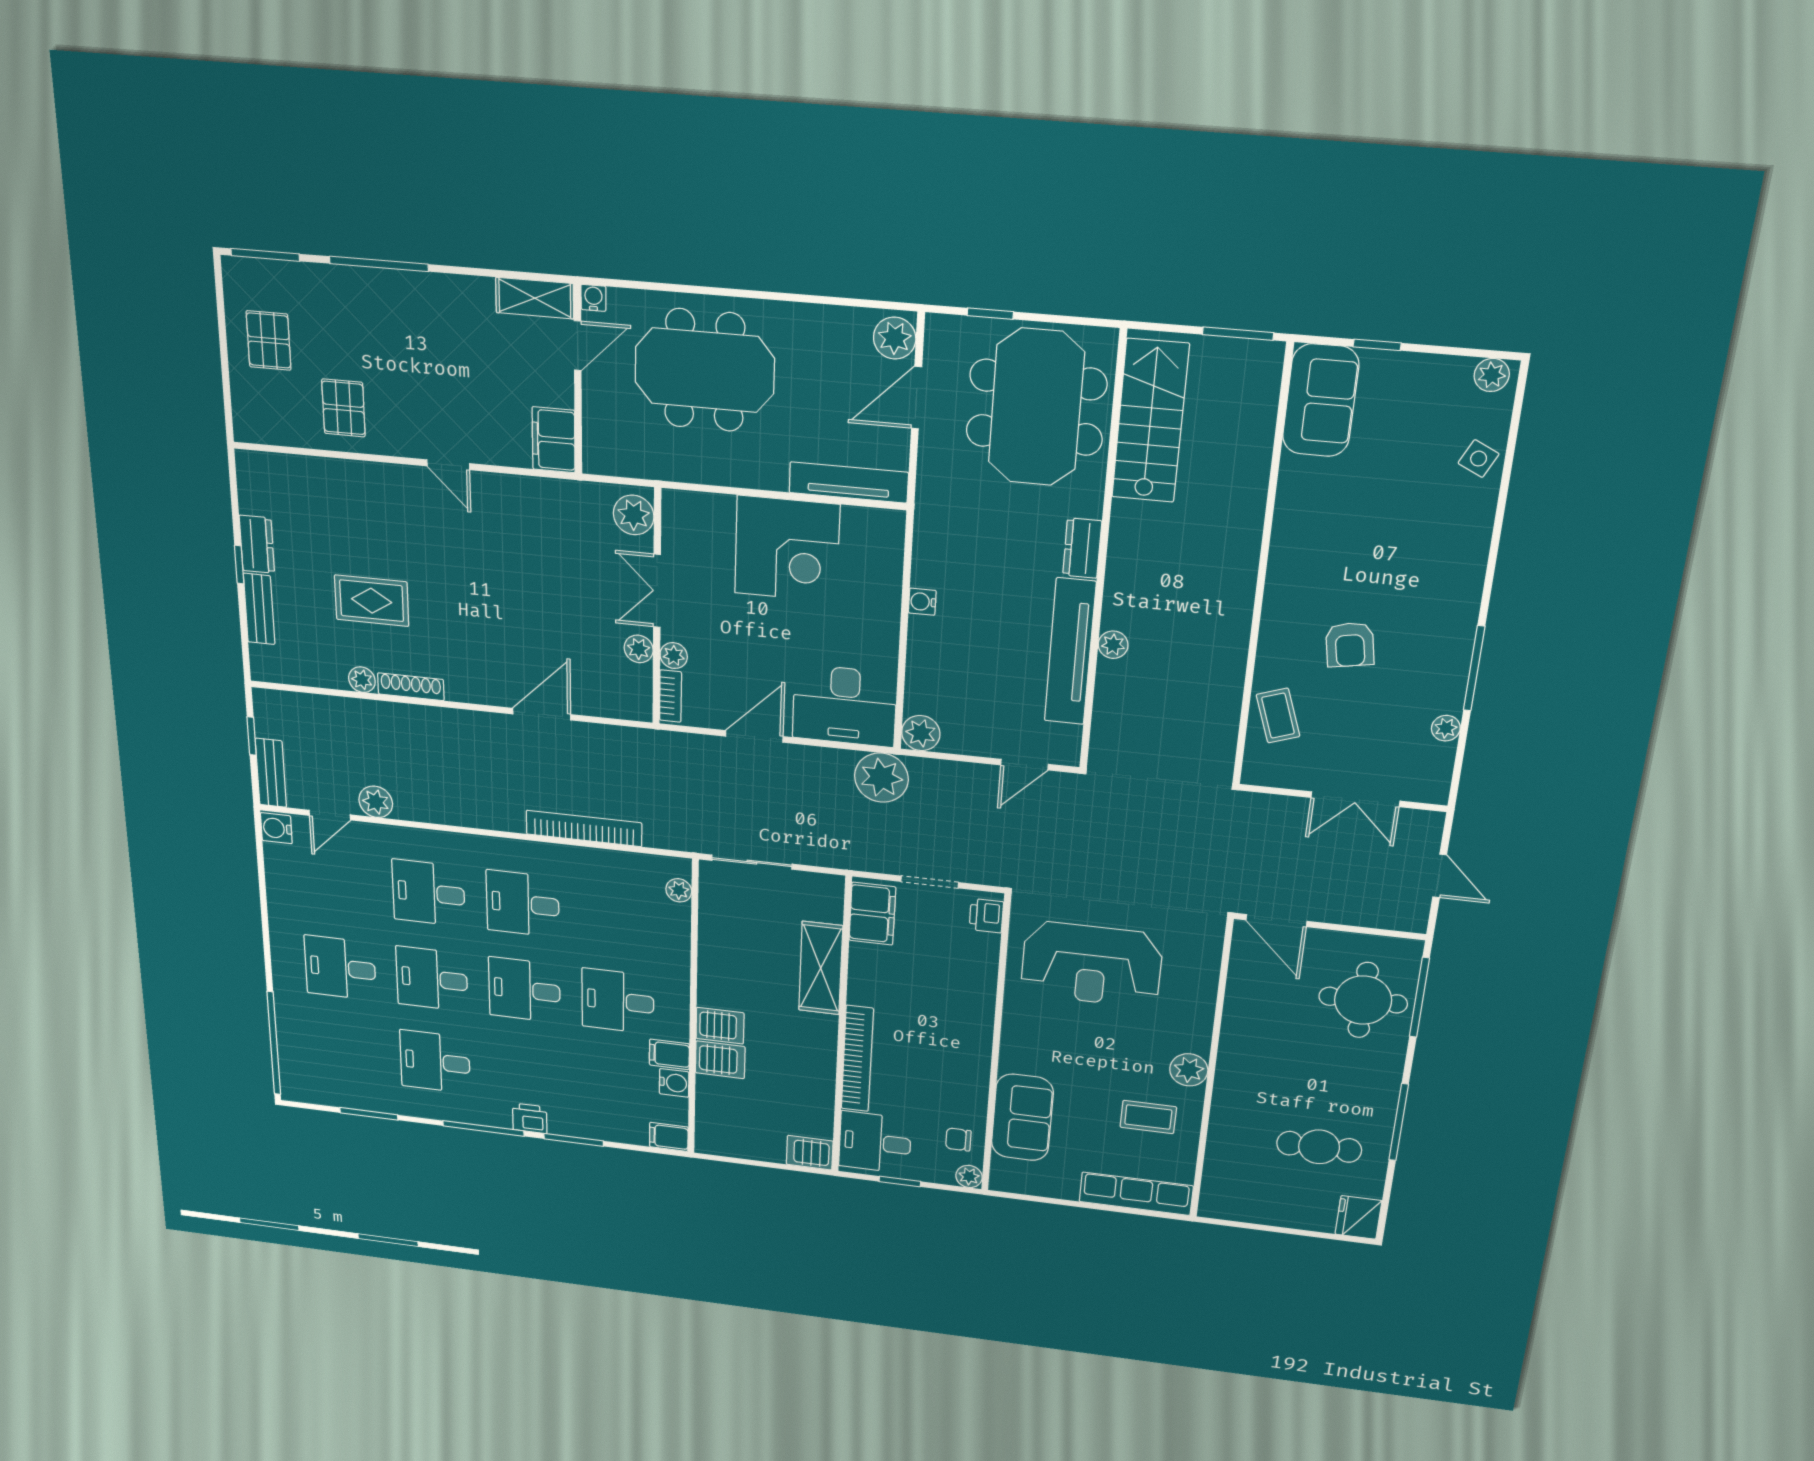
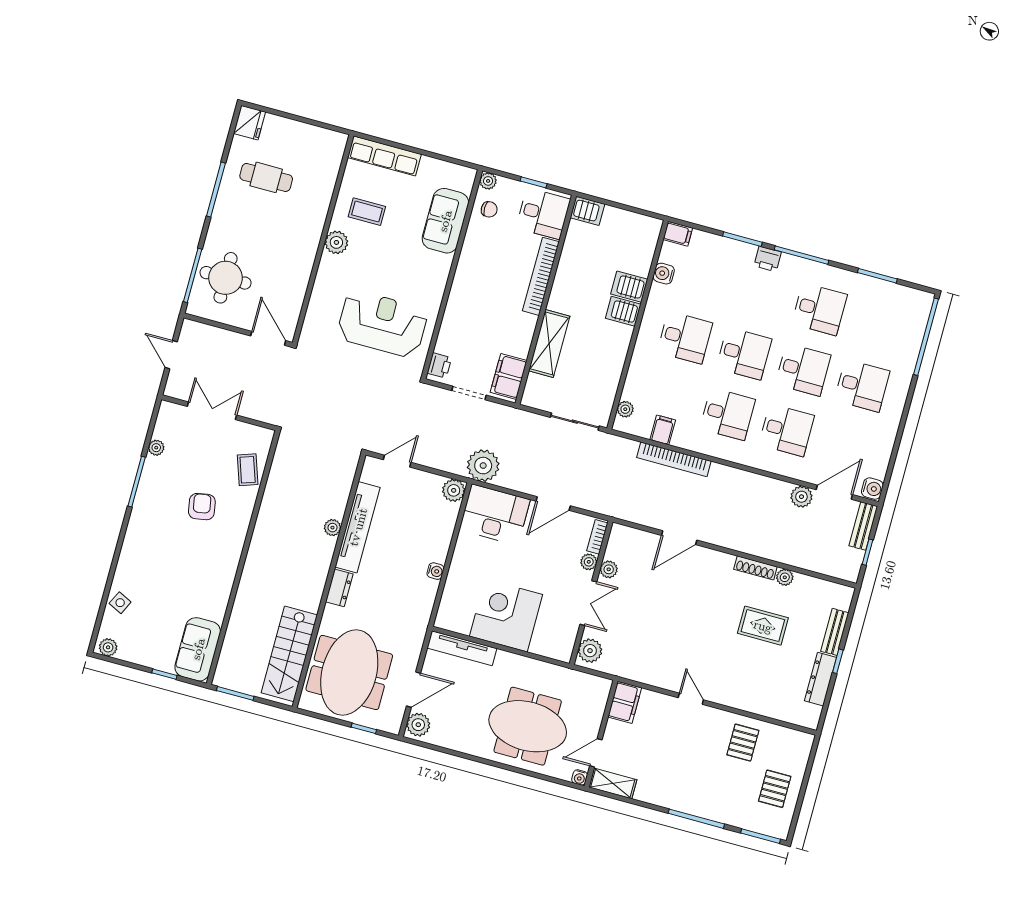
dresser: (257, 544) -> (821, 679), width x1.44
door: (330, 815) -> (834, 492), width x1.38
filing cabinet: (669, 1054) -> (663, 430), moved, turned -90

